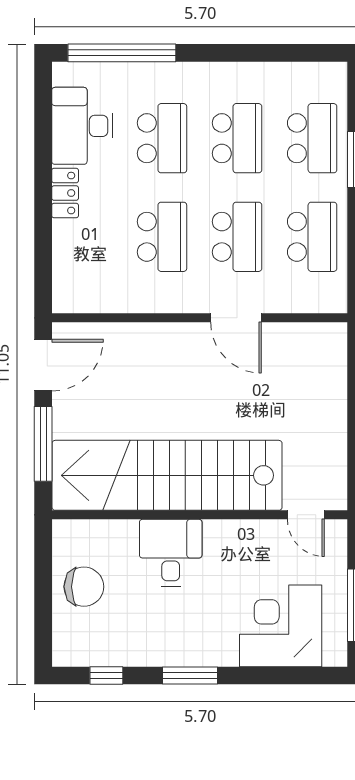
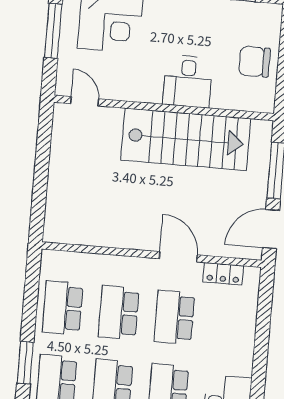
locker: (65, 193) -> (223, 274), moved, turned -90
door: (236, 318) -> (178, 257), moved
stairs: (167, 475) -> (186, 139), width x0.73

